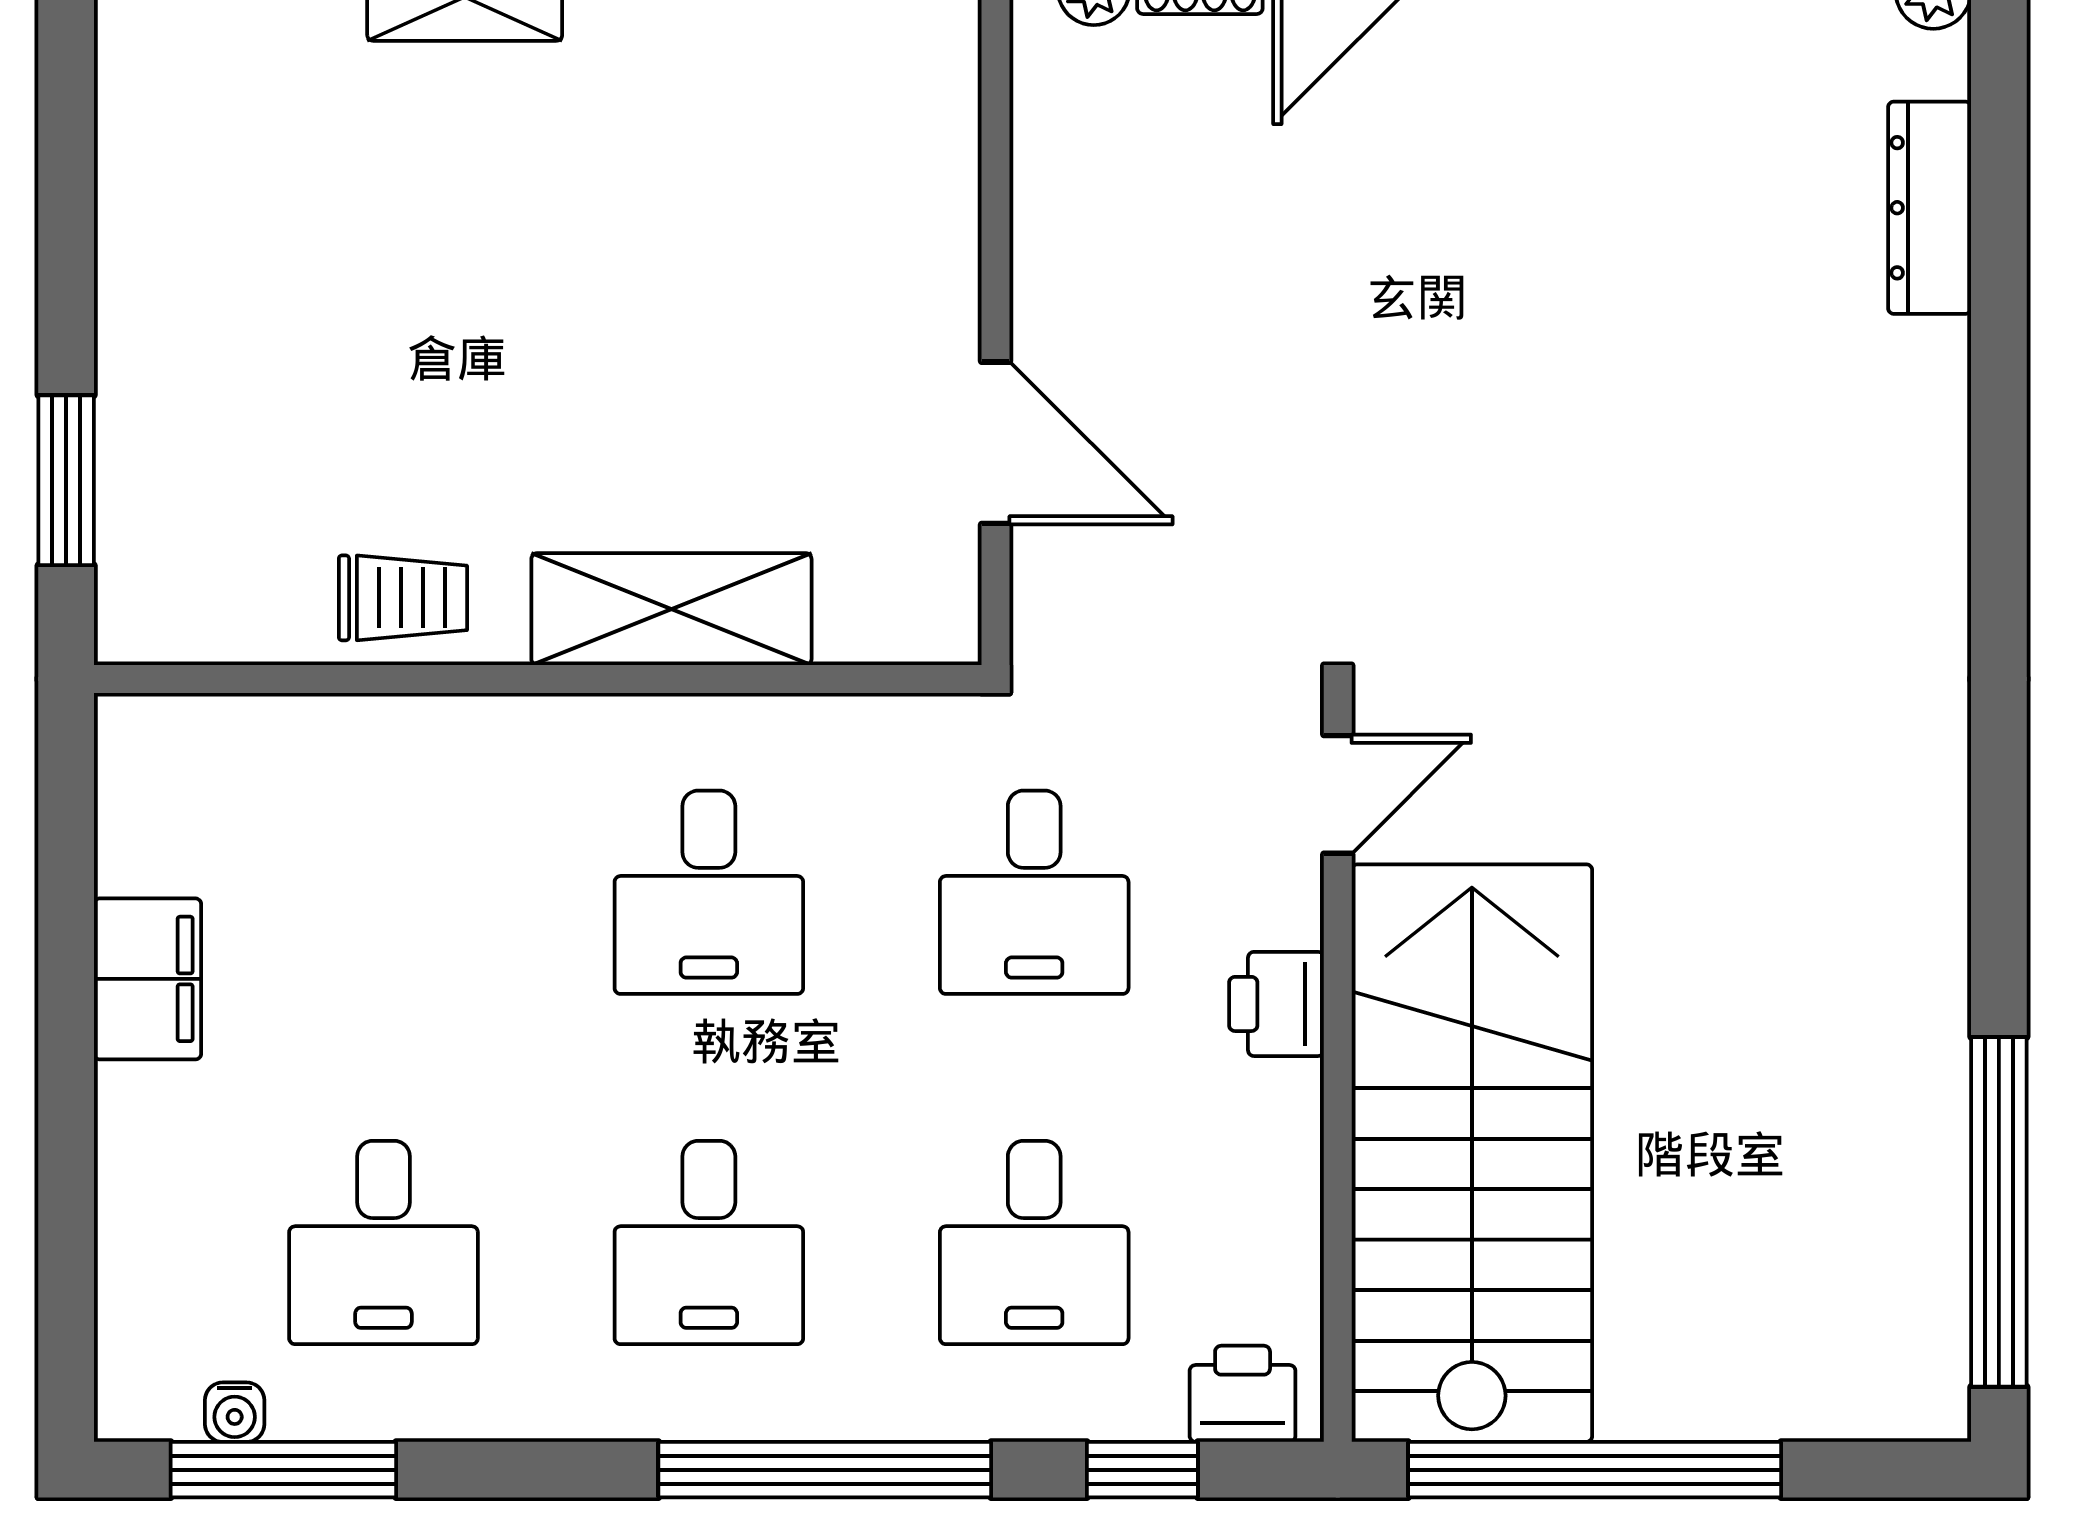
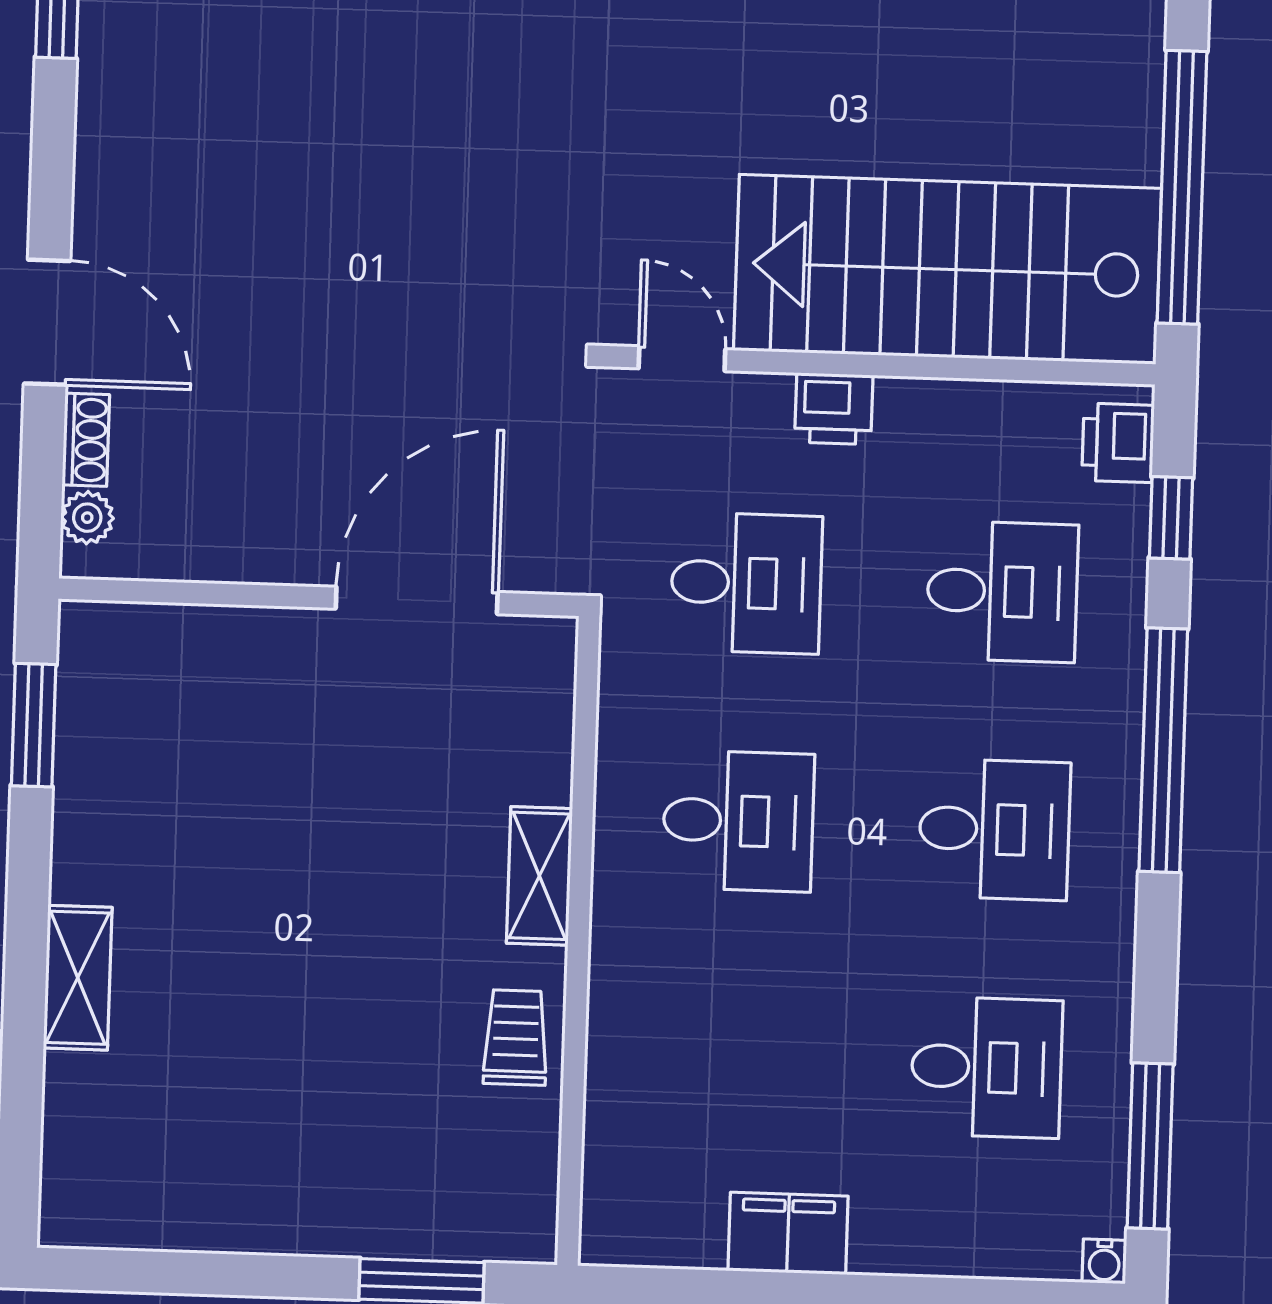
door: (996, 443) -> (417, 600), width x1.36
shelving: (671, 609) -> (539, 876), width x0.67, depth x0.75
water cooler: (235, 1412) -> (1104, 1261), moved, turned 90

